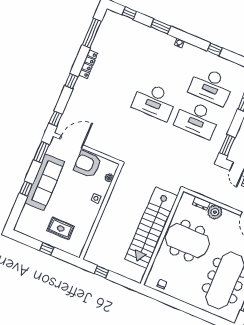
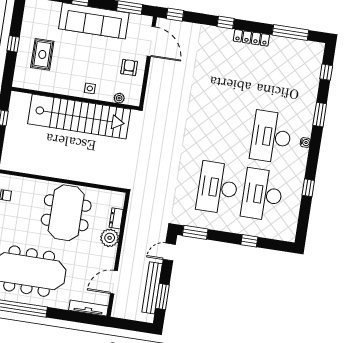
desk: (154, 101) -> (271, 137), moved
armchair: (87, 164) -> (129, 67), width x0.53, depth x0.53
stairs: (151, 228) -> (79, 117), moved, turned 180

